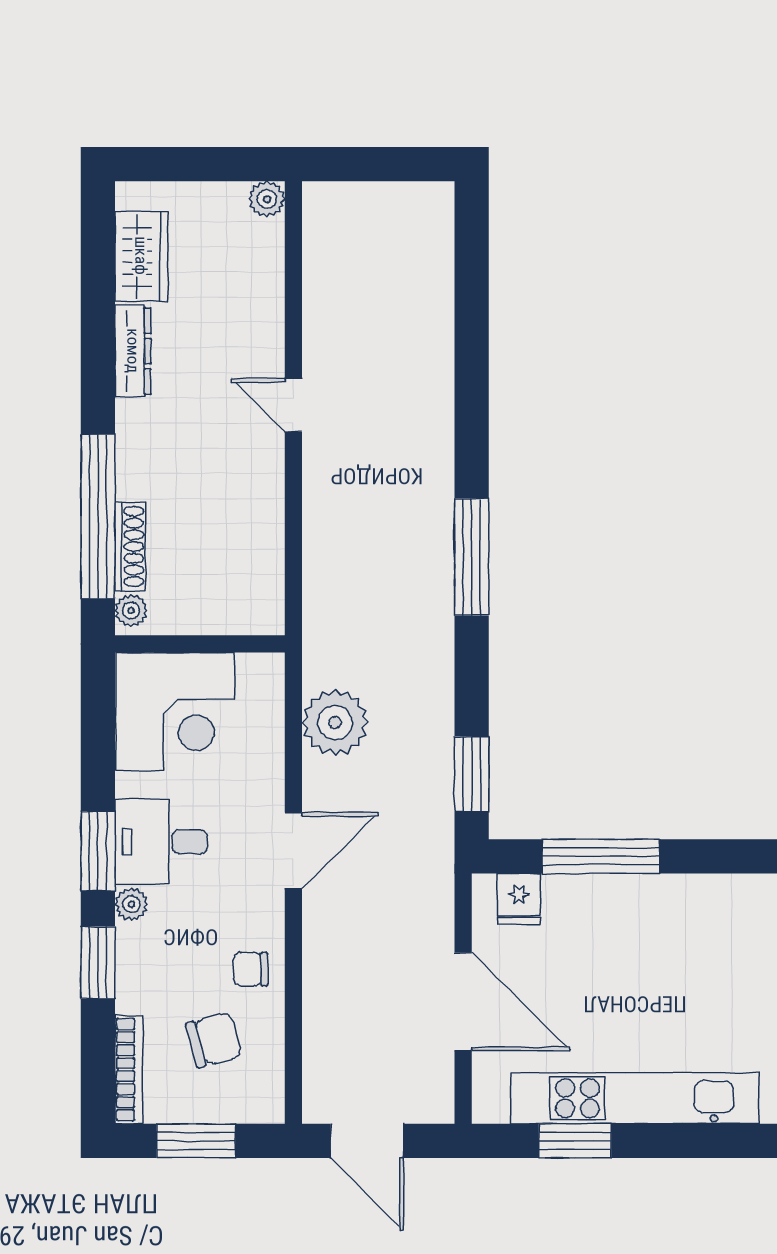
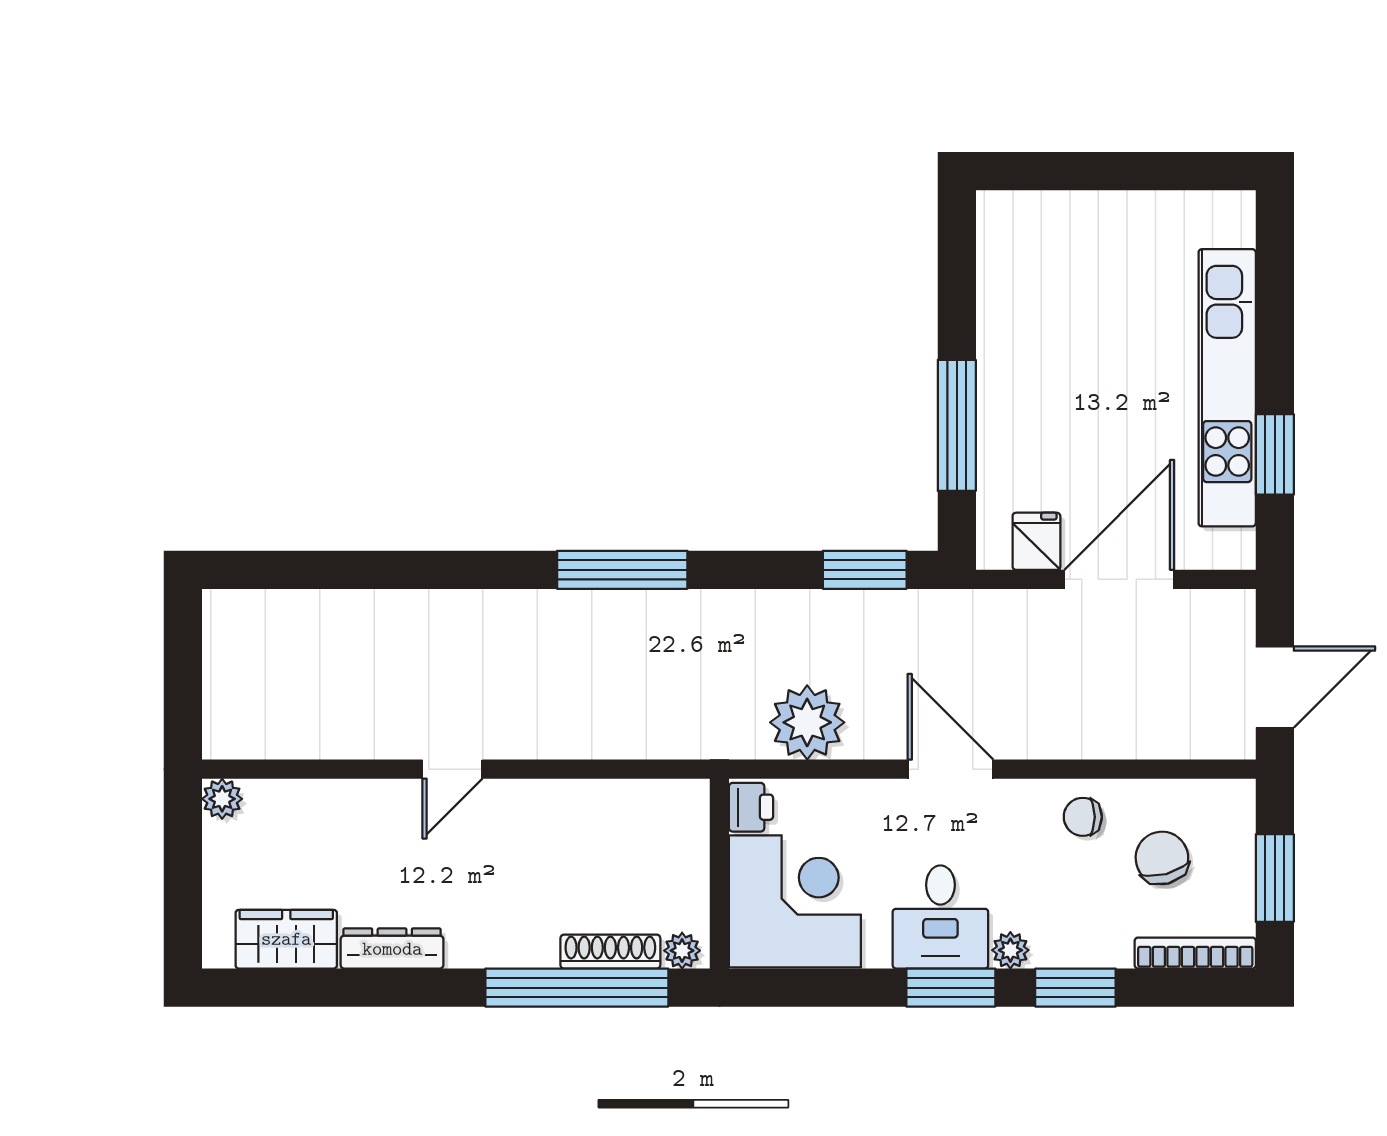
printer: (259, 672) -> (751, 807), added
fridge: (519, 899) -> (1036, 541), moved, turned -90
chair: (251, 969) -> (1083, 817), turned 90

